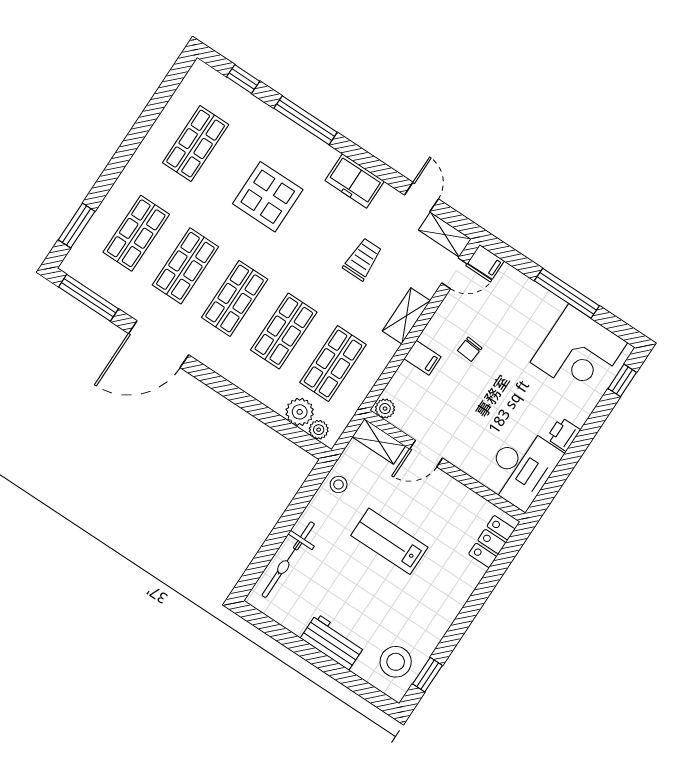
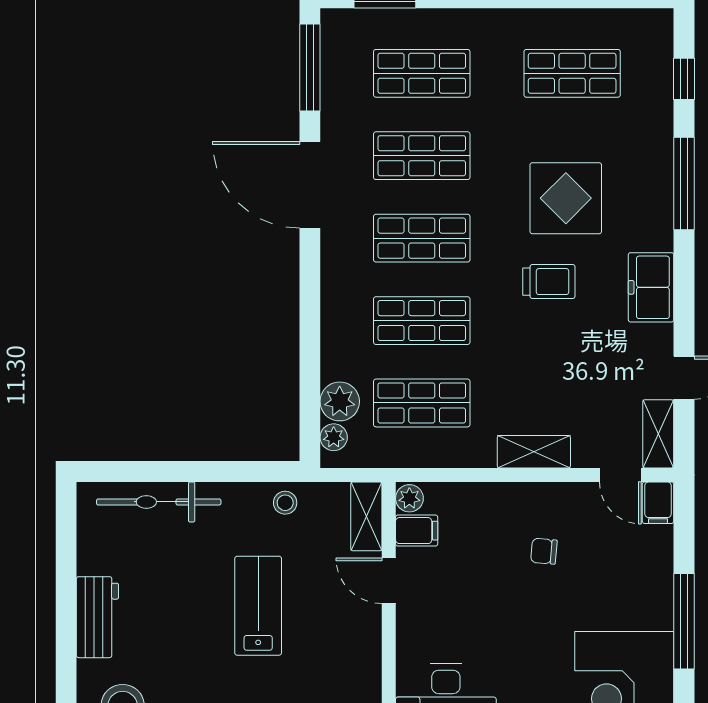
trolley: (363, 259) -> (549, 282), moved
filing cabinet: (422, 358) -> (417, 531), moved, turned -90

